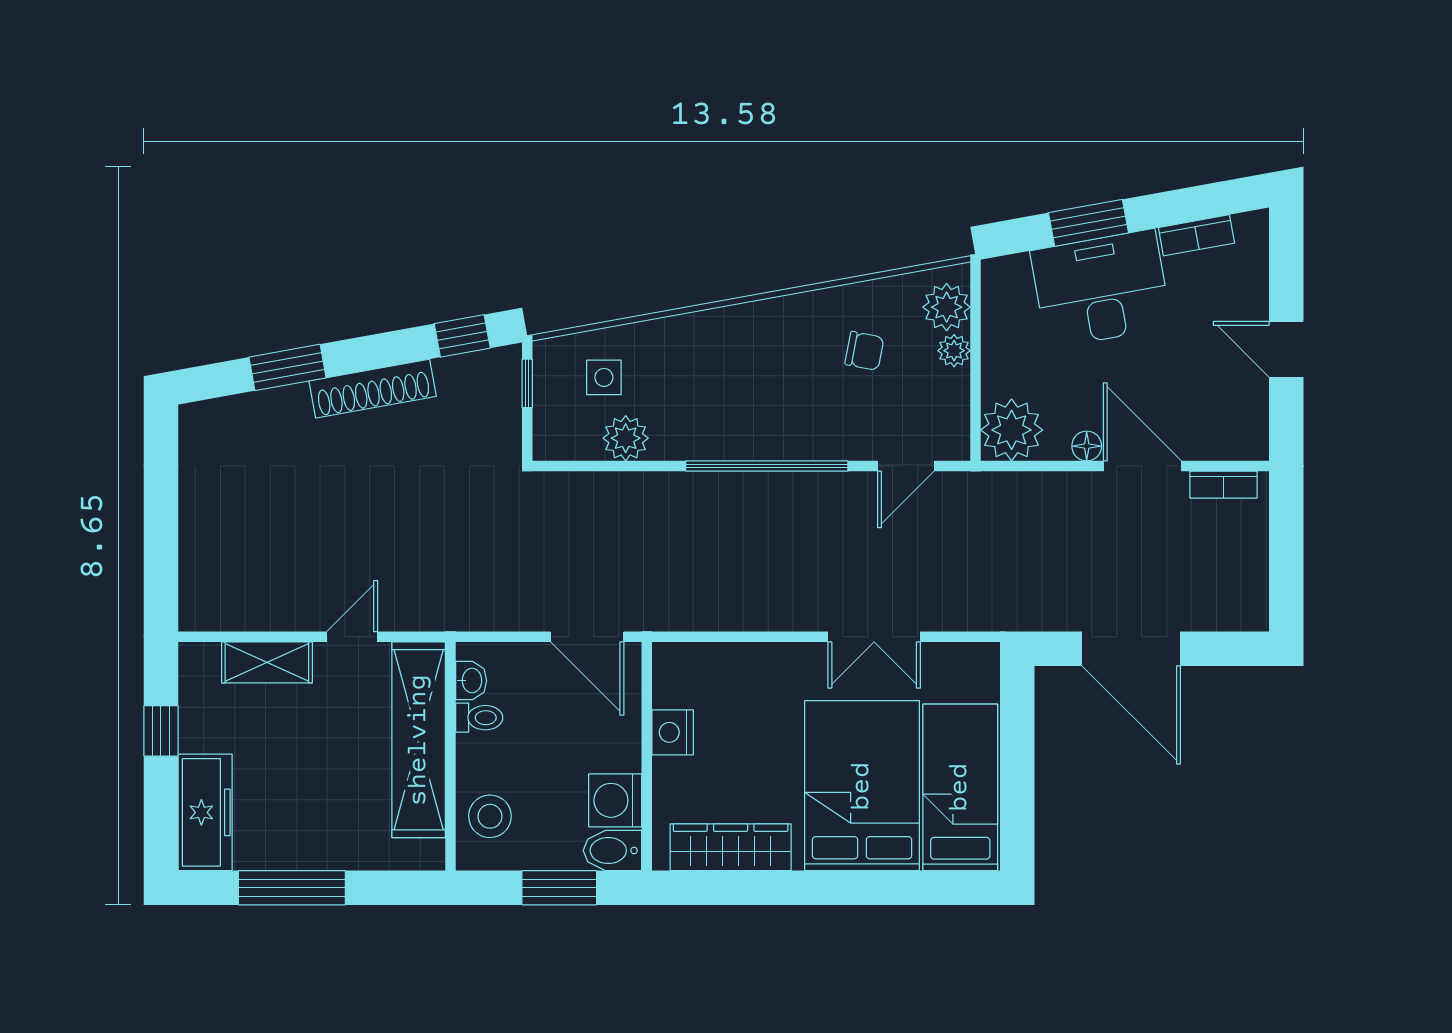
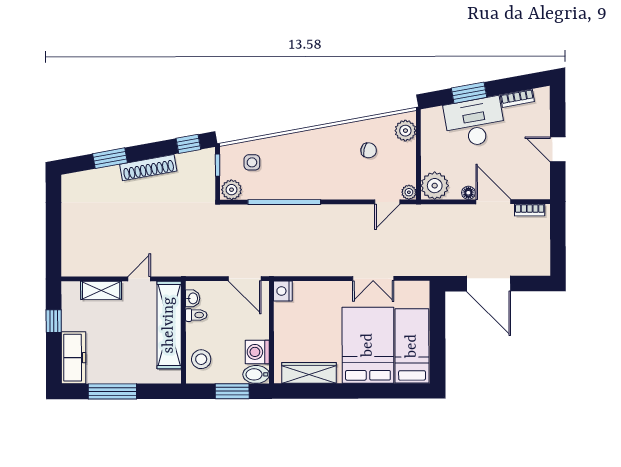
plant: (954, 351) -> (409, 192), moved
plant: (626, 438) -> (232, 190), moved
window: (767, 466) -> (284, 202), moved
nightstand: (673, 732) -> (283, 291), moved

